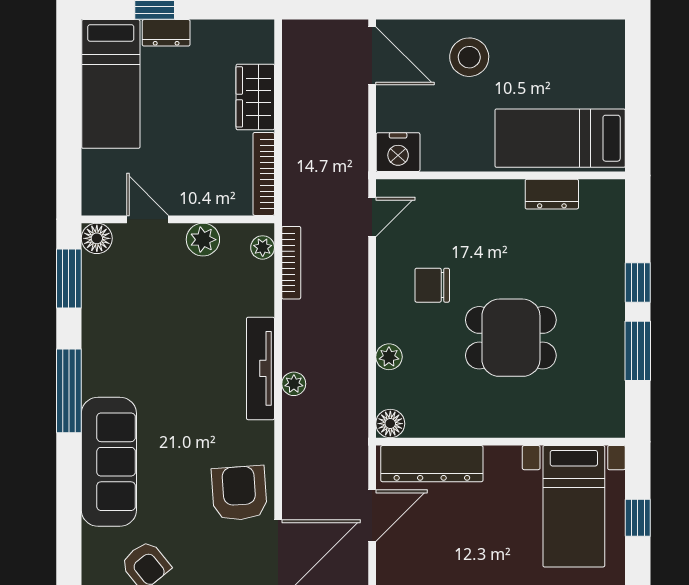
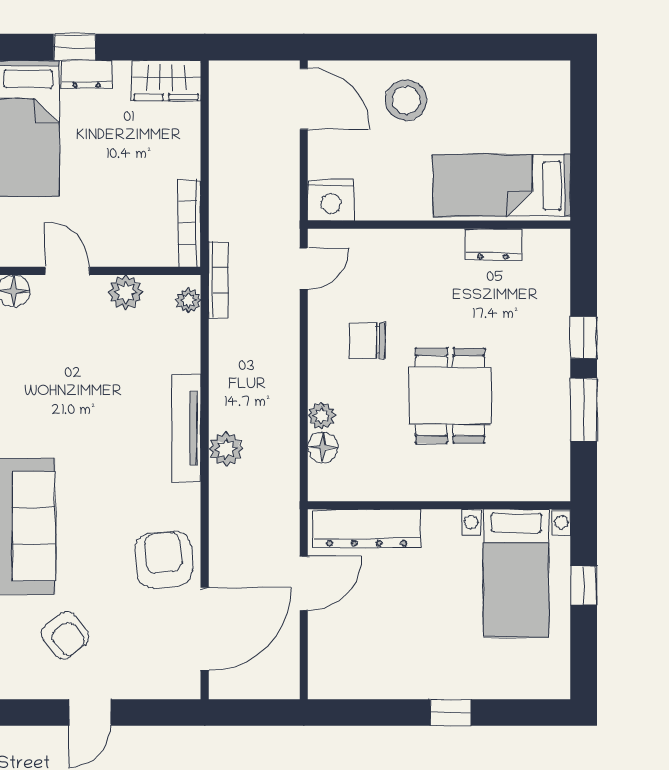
wardrobe: (255, 97) -> (166, 80), moved, turned -90
bookcase: (291, 263) -> (218, 280), moved
dining table: (511, 338) -> (450, 396), turned 90
plant: (294, 384) -> (226, 449), width x1.38, depth x1.38
floor lamp: (390, 424) -> (323, 447), moved

